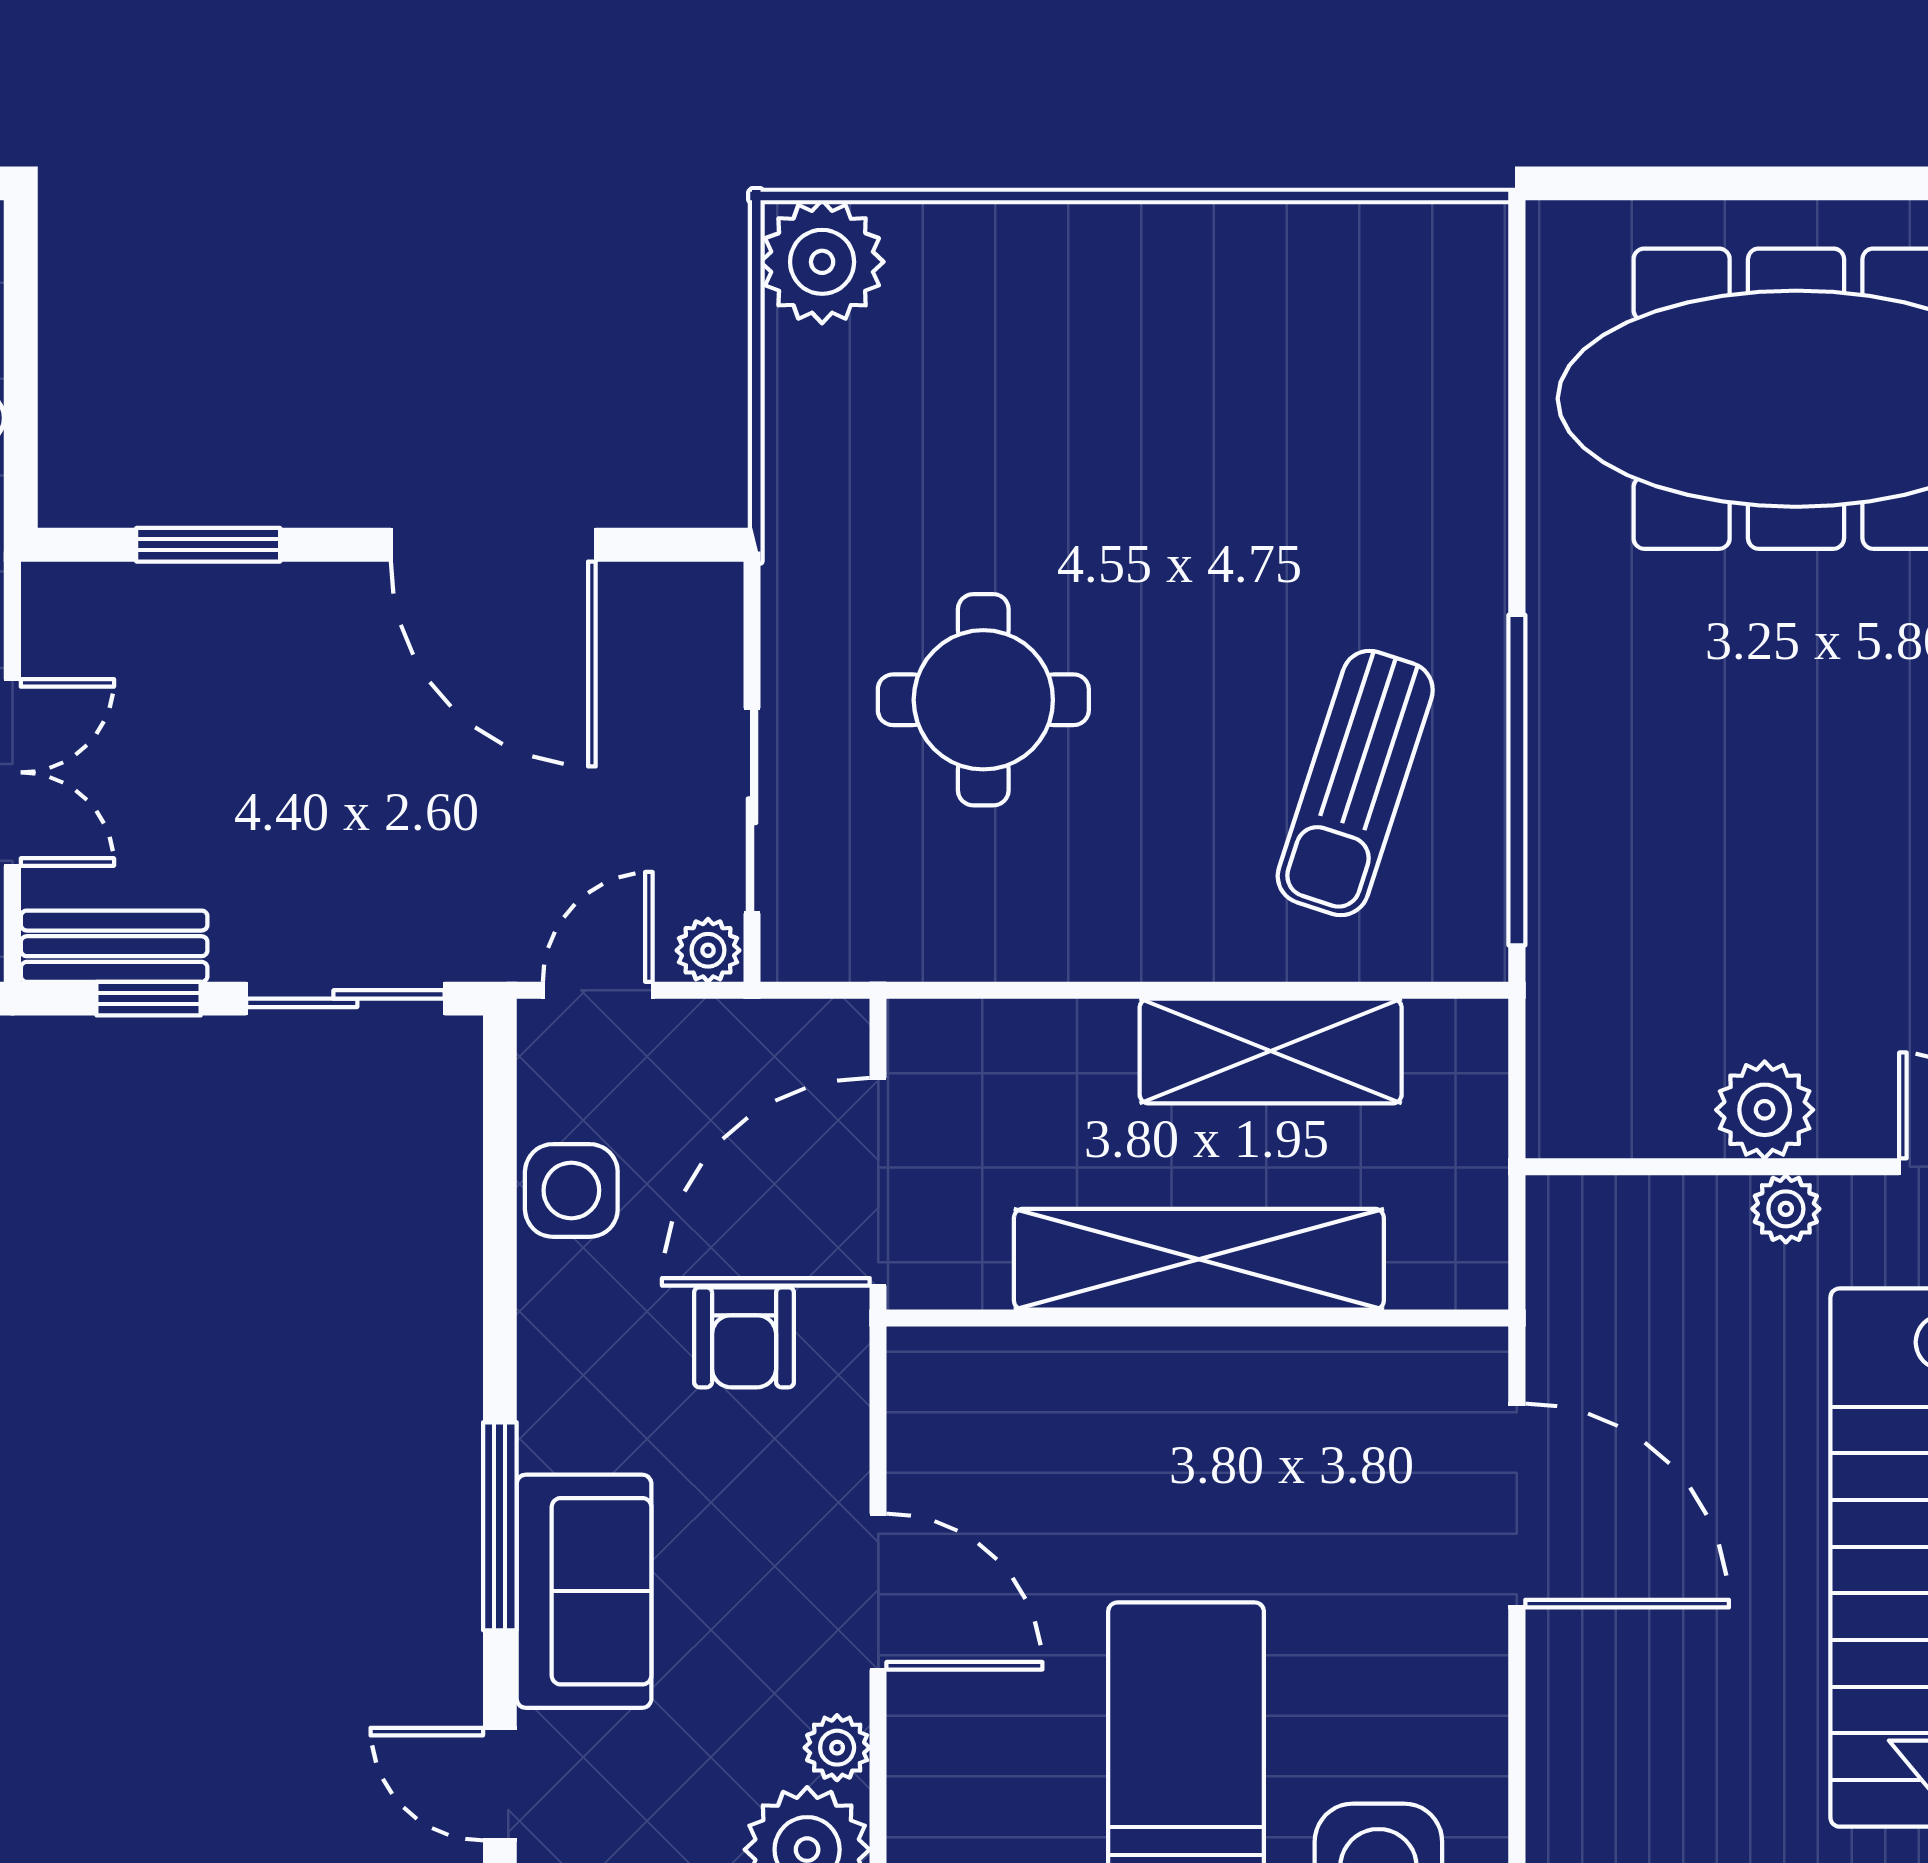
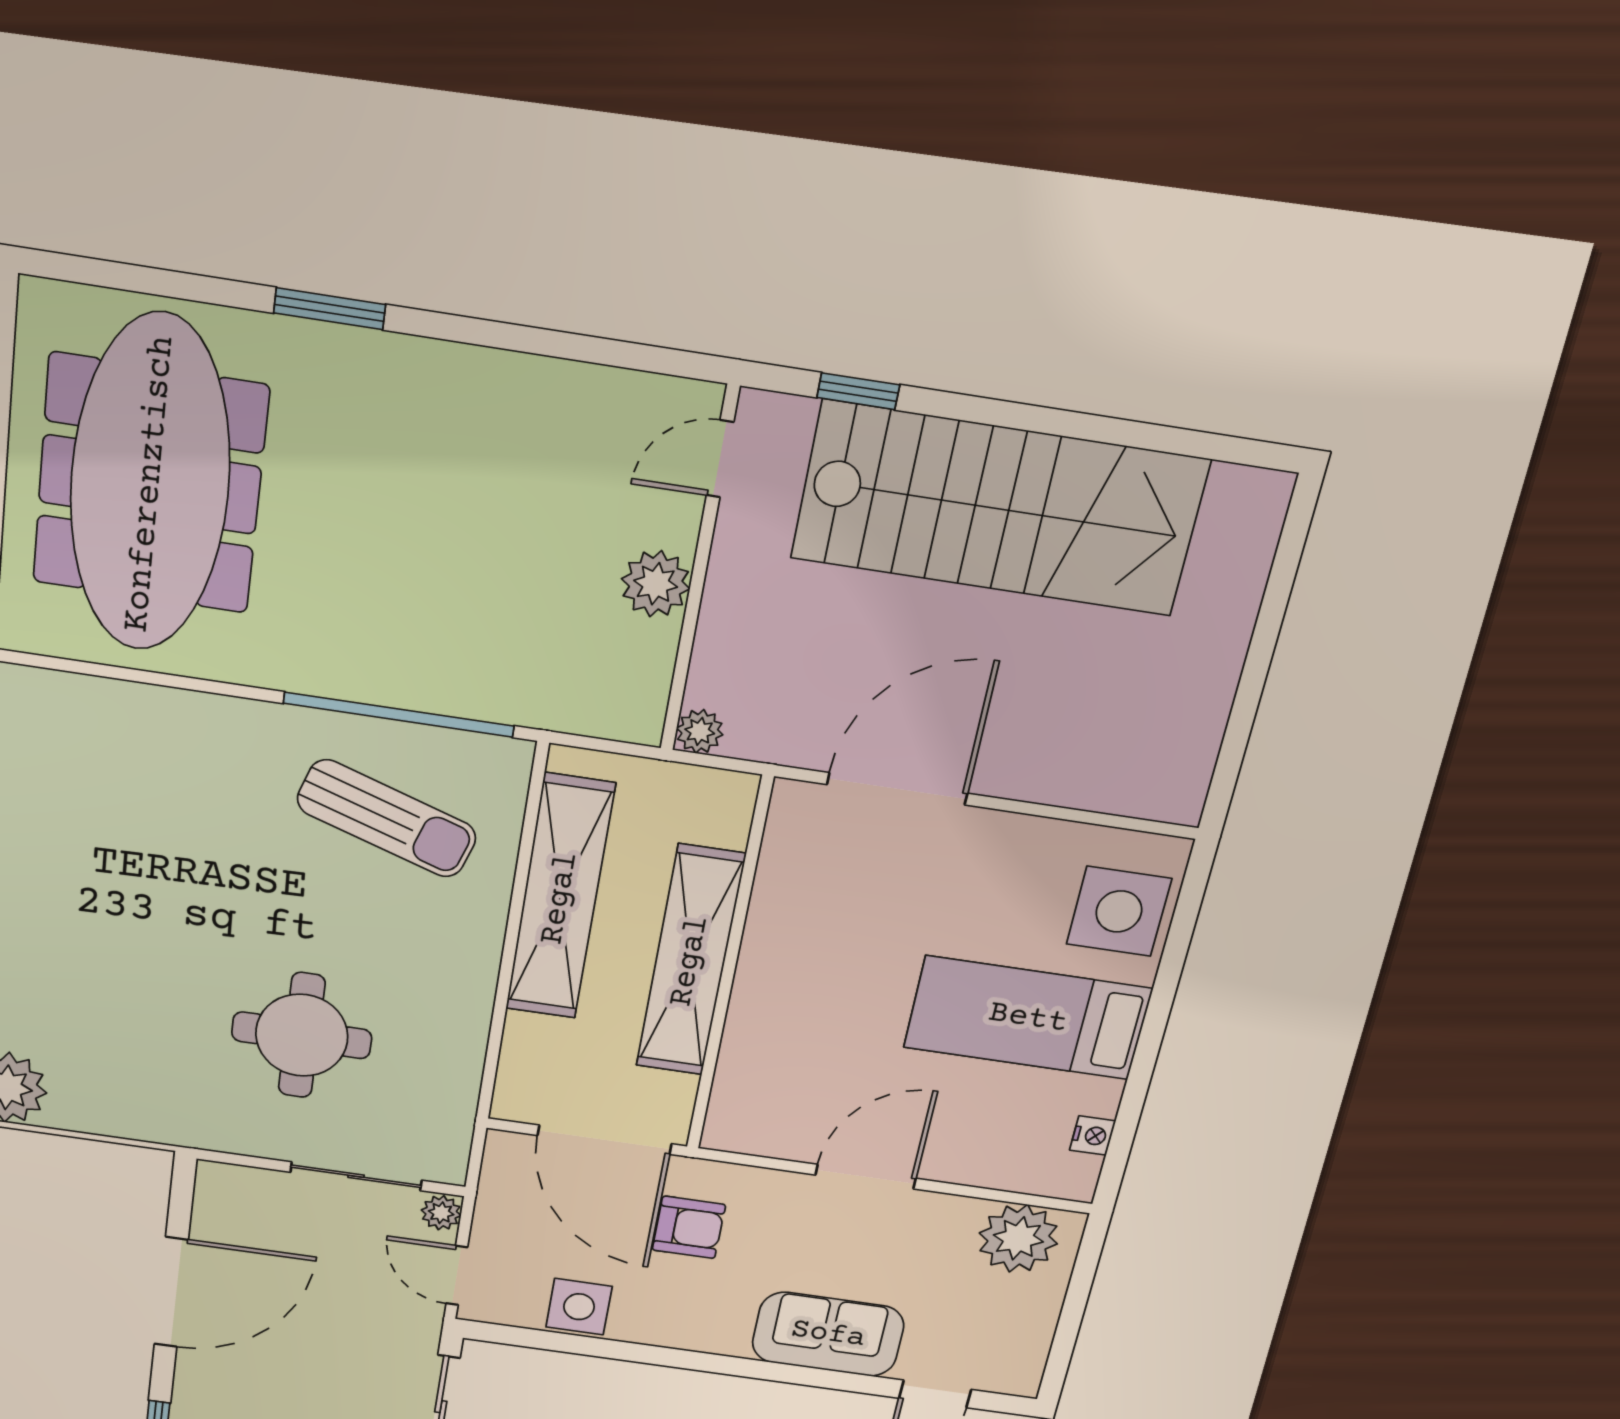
shelving: (1271, 1051) -> (560, 898), width x1.47
plant: (1786, 1209) -> (700, 731), moved
window: (500, 1526) -> (778, 1372), removed
plant: (837, 1748) -> (959, 1213), removed

